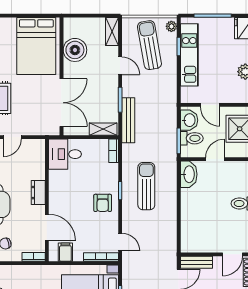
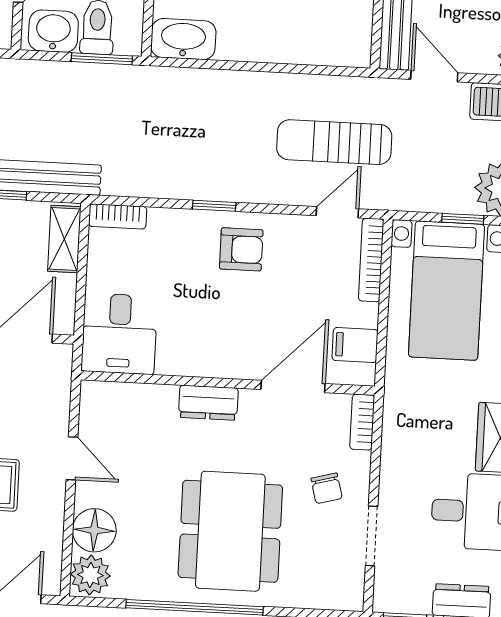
sun lounger: (146, 186) -> (334, 142), moved

